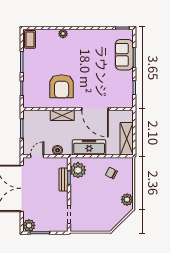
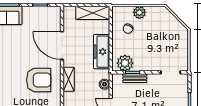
door: (95, 109) -> (62, 46), swing flipped
plant: (127, 200) -> (139, 12), moved

